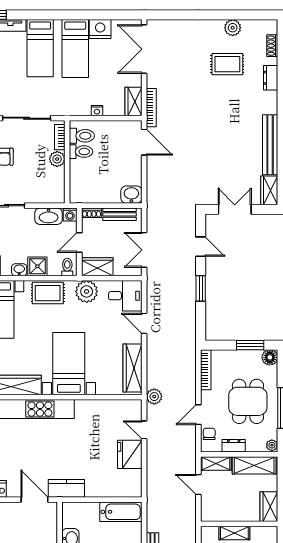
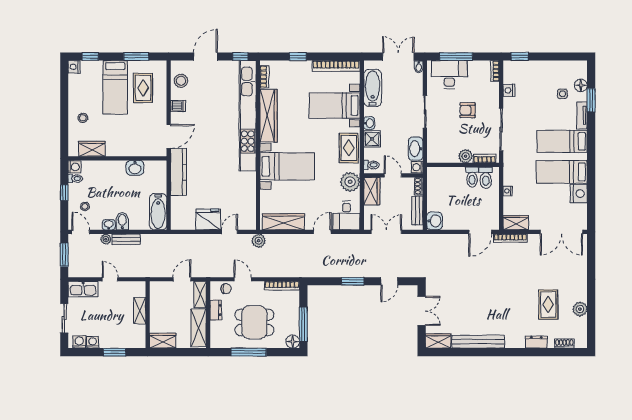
double door: (144, 49) -> (561, 232), swing flipped
window: (250, 345) -> (303, 324), width x1.44
plant: (272, 445) -> (216, 343), removed
kitchen counter: (66, 488) -> (179, 172), width x1.50

